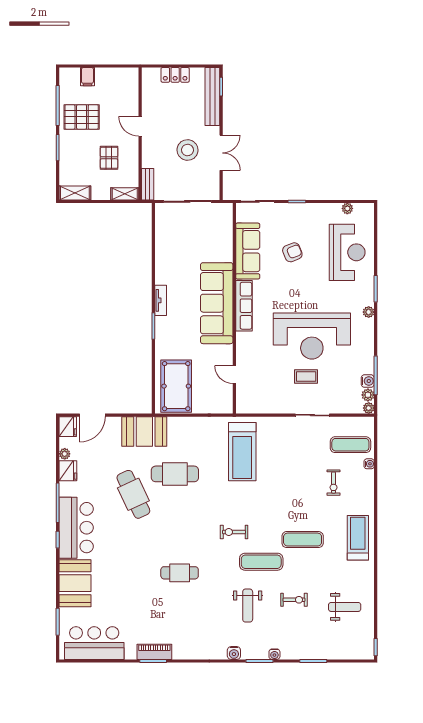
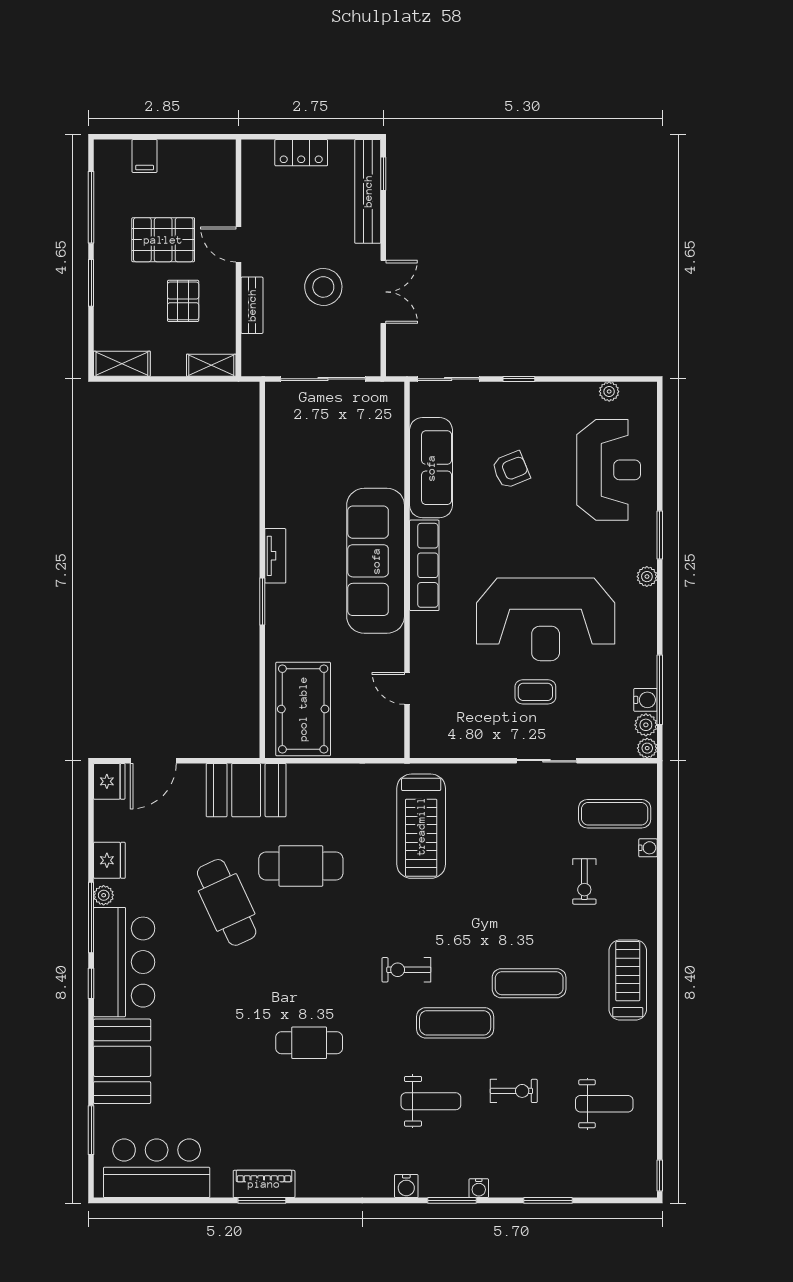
pallet: (82, 117) -> (163, 240), moved
bench: (148, 184) -> (252, 305), moved
plant: (65, 454) -> (104, 895), moved
weight bench: (248, 606) -> (431, 1101), turned -90

